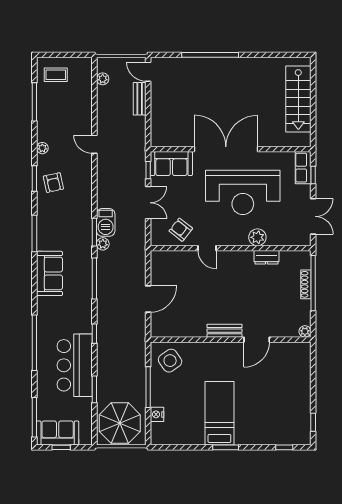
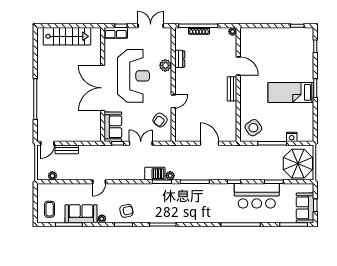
sofa: (49, 273) -> (81, 214), moved

